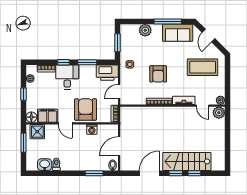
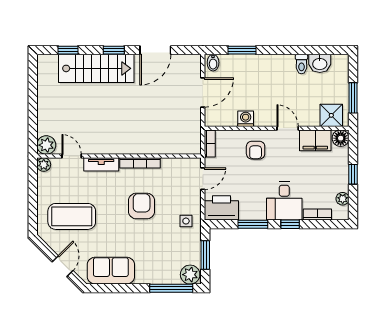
window: (168, 21) -> (171, 288), moved
plant: (145, 30) -> (190, 275), moved
armchair: (86, 109) -> (256, 150), width x0.53, depth x0.53
window: (194, 173) -> (68, 50), moved

